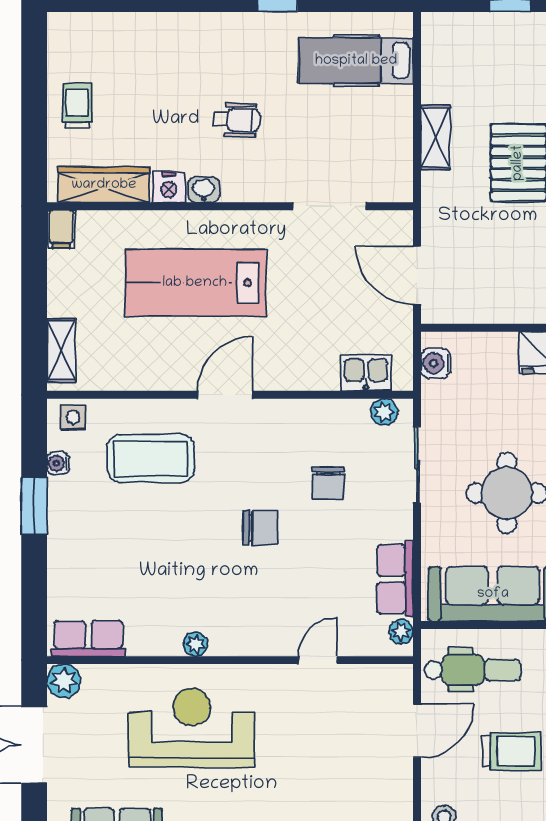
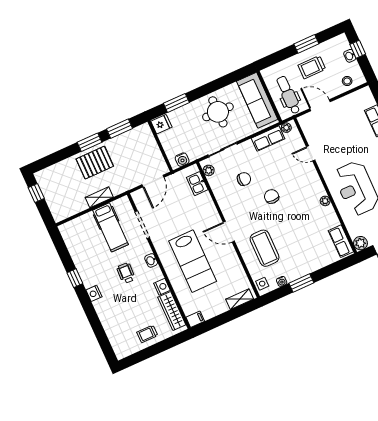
nightstand: (224, 27) -> (94, 293), added
hospital bed: (356, 61) -> (110, 227), moved
washbasin: (204, 190) -> (151, 260), moved
trolley: (511, 751) -> (312, 67), turned -90

